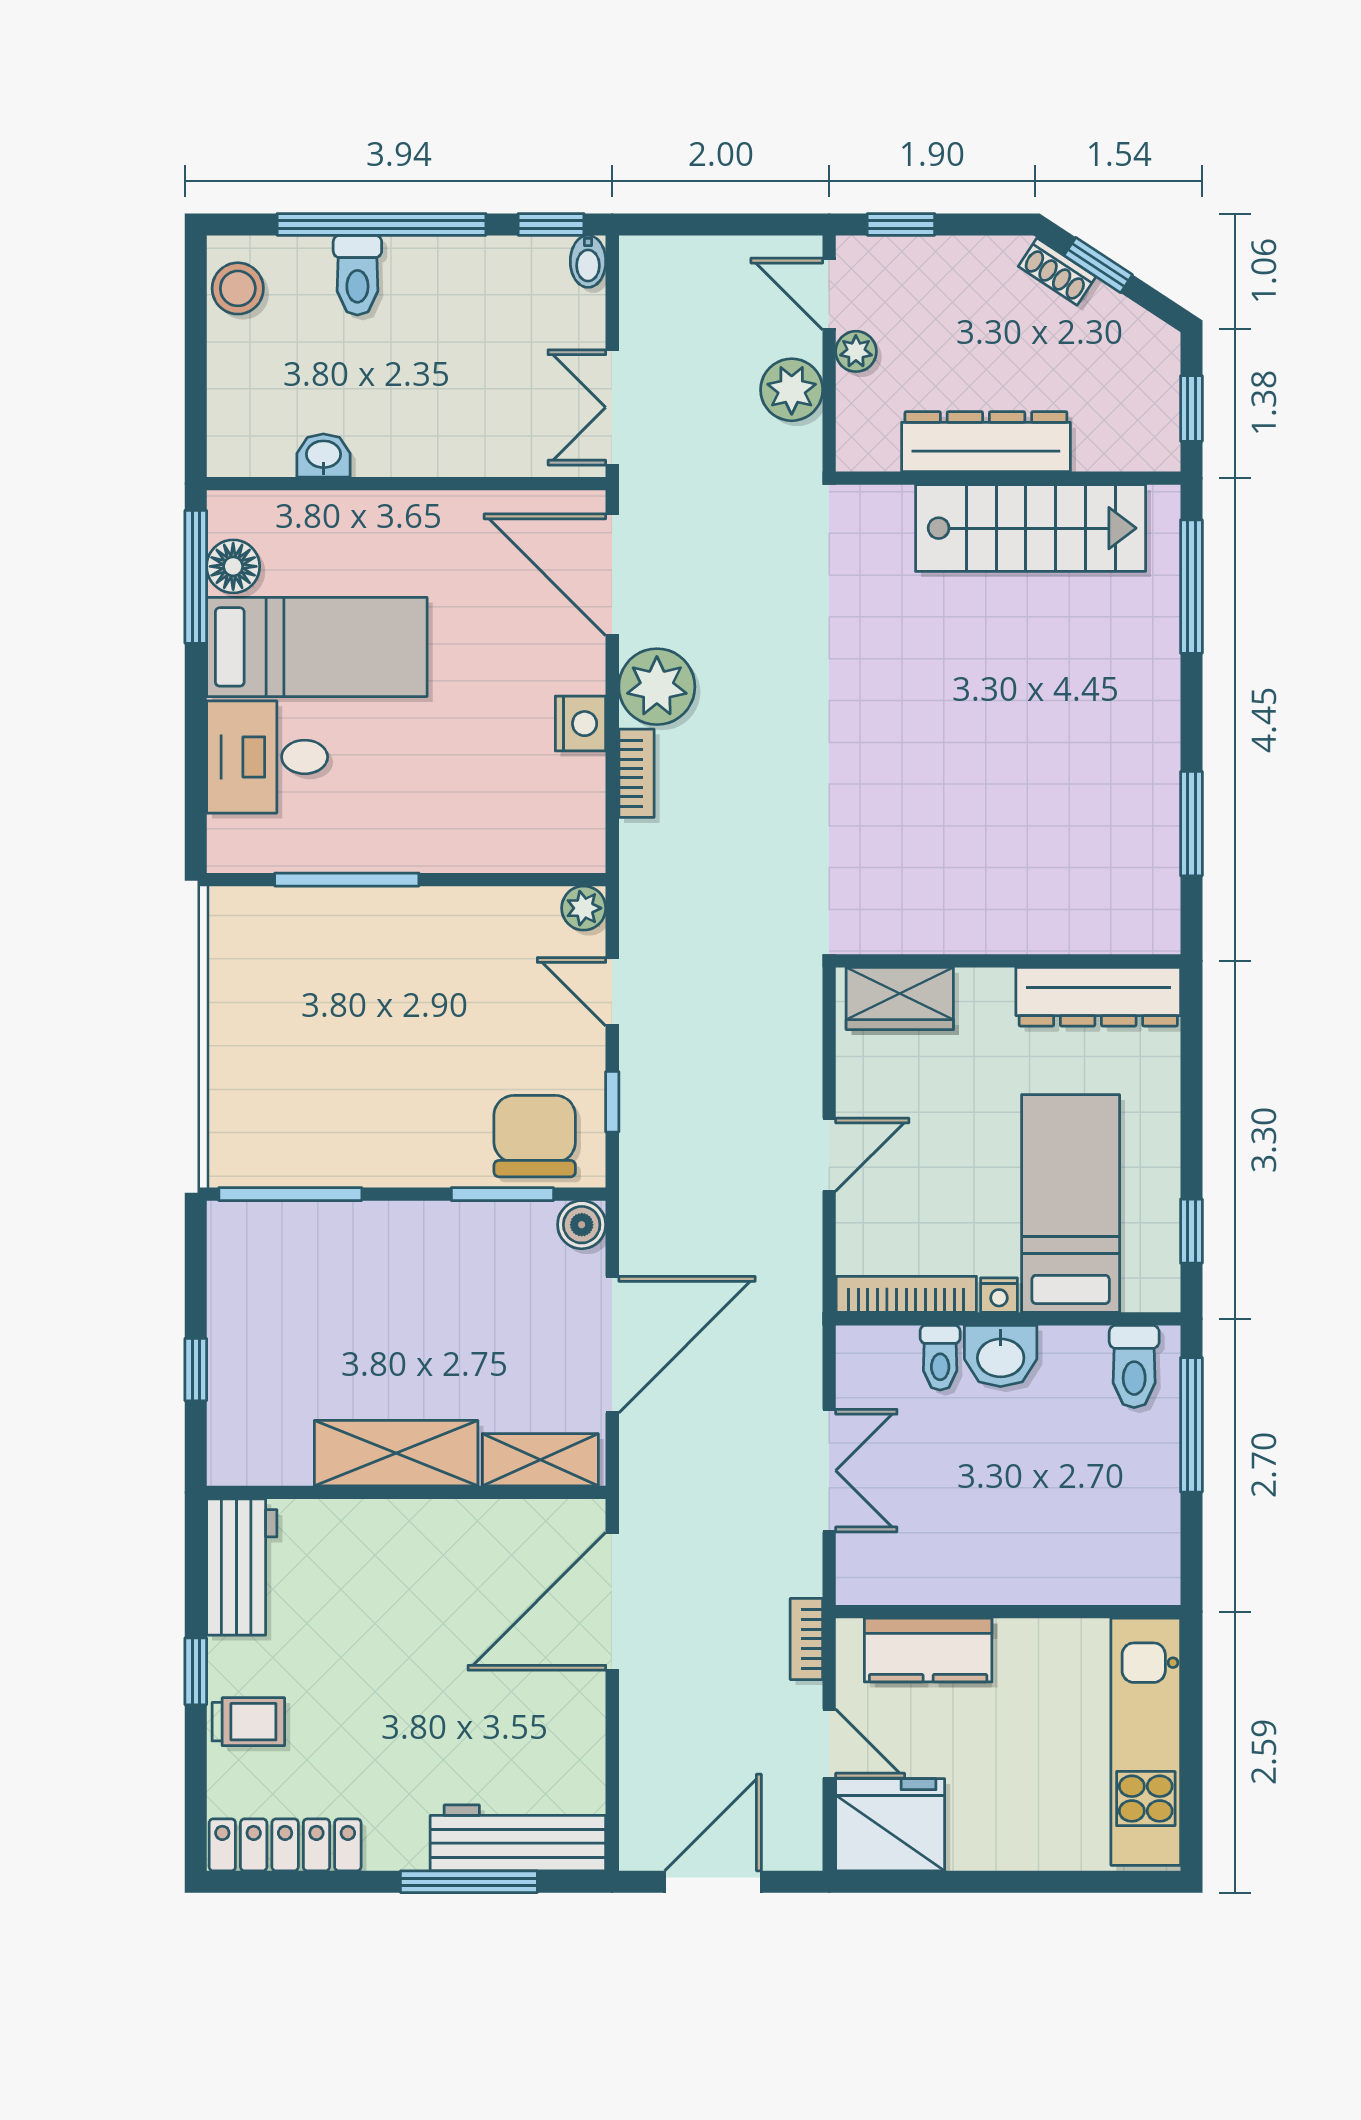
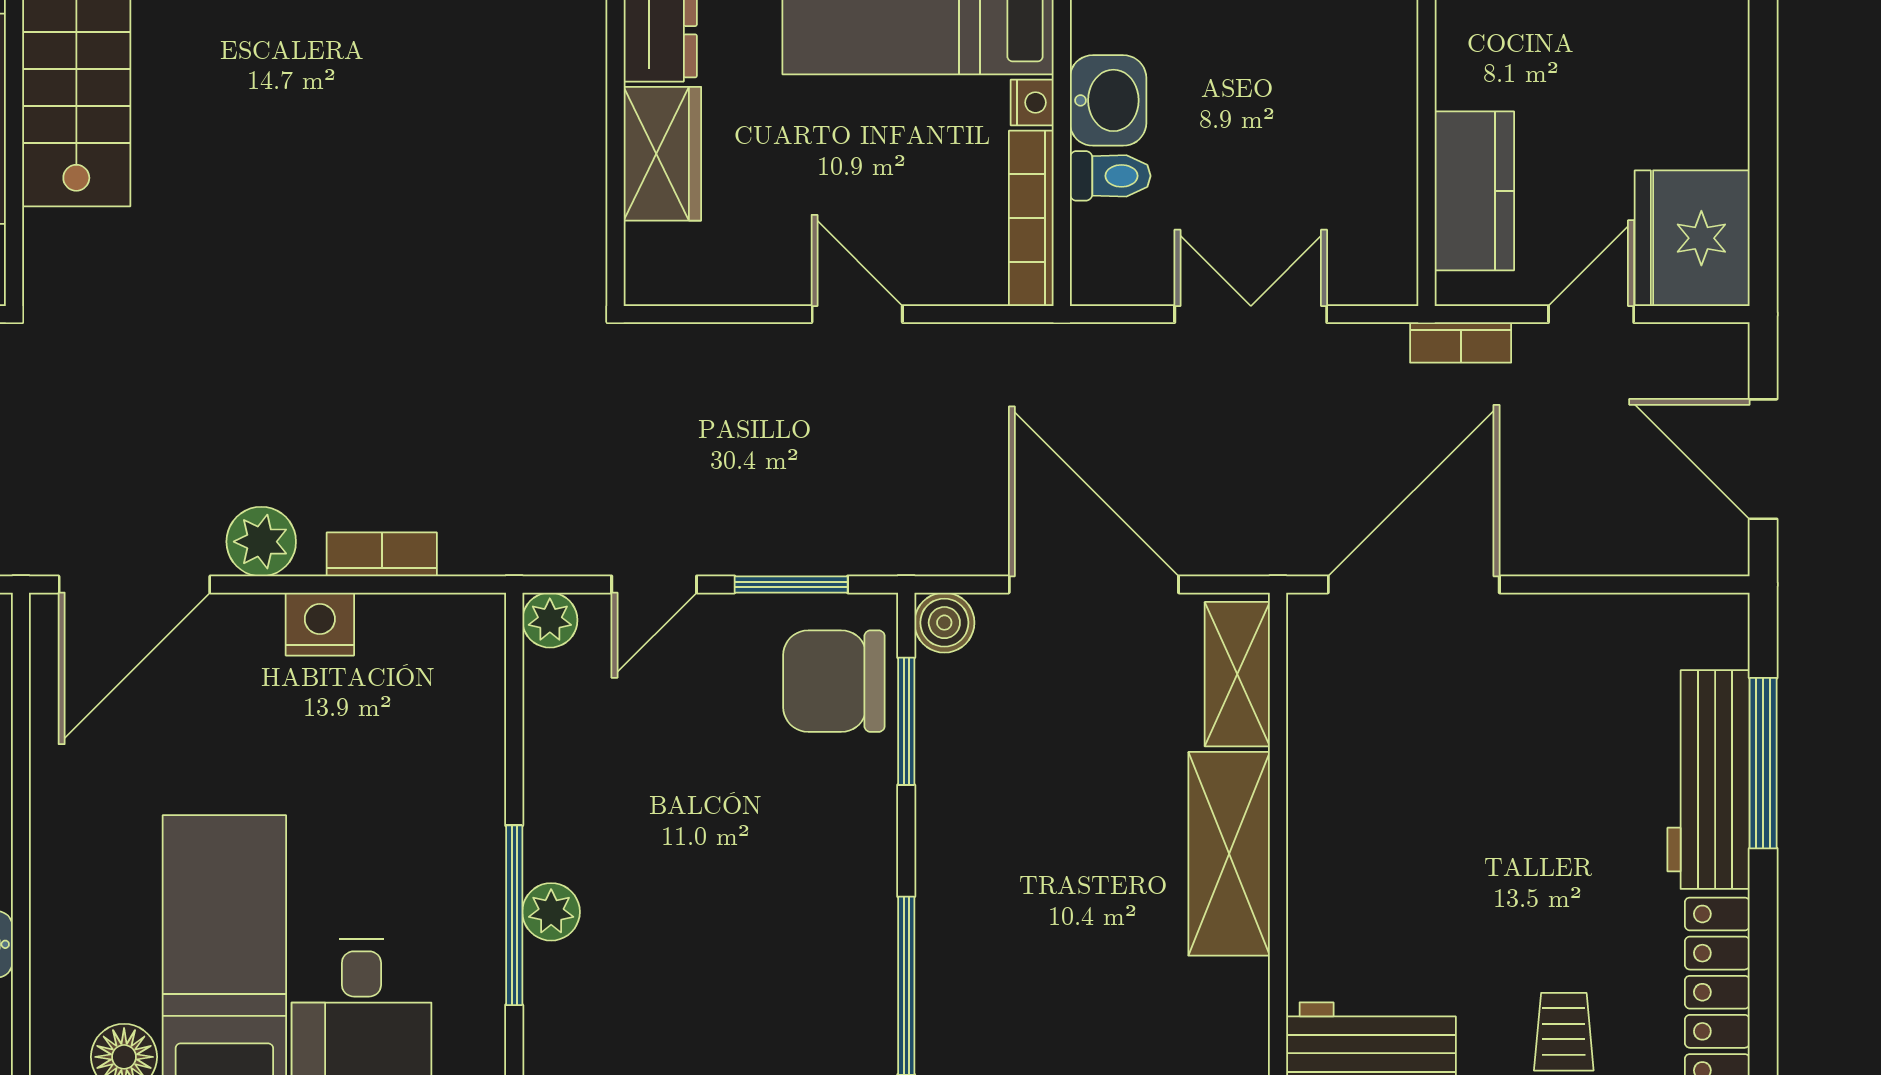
plant: (657, 687) -> (261, 542), width x0.73, depth x0.73
plant: (350, 909) -> (551, 912), added
wardrobe: (900, 998) -> (662, 154), moved
window: (612, 1102) -> (791, 584), width x1.50
door: (612, 1601) -> (1414, 584), swing flipped
workbench: (518, 1838) -> (1709, 780), moved

